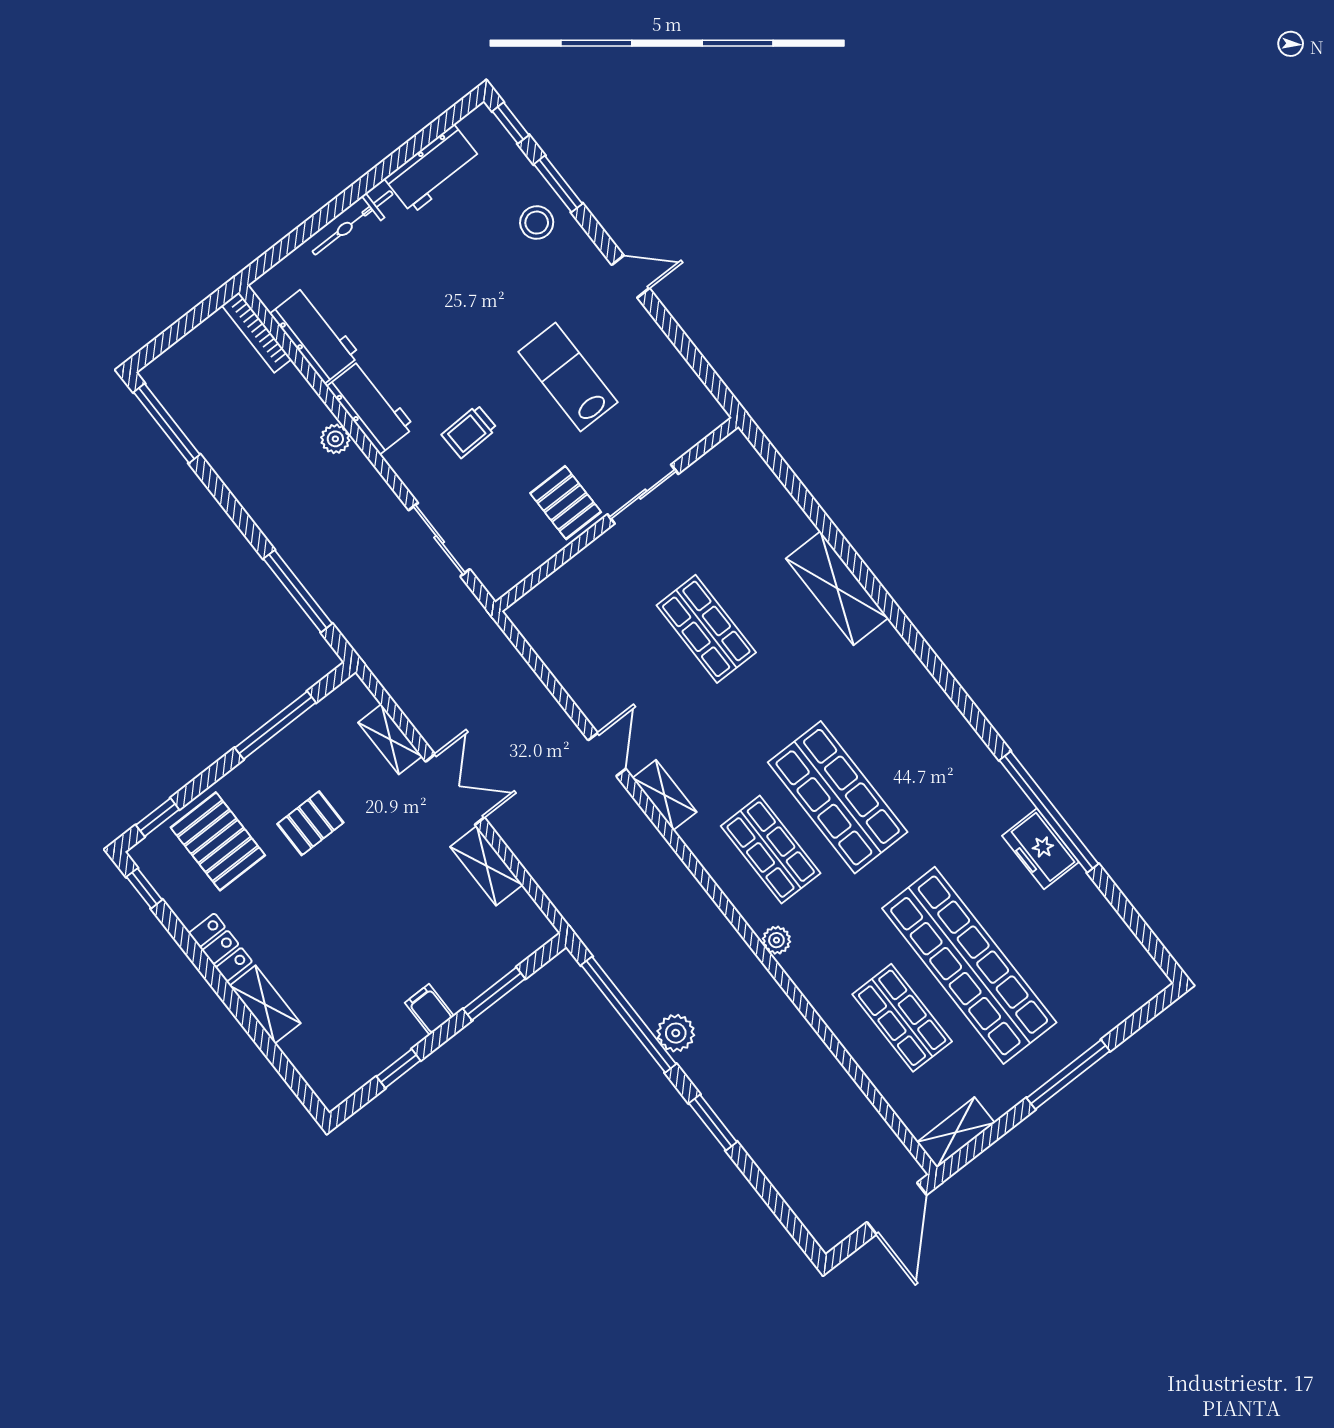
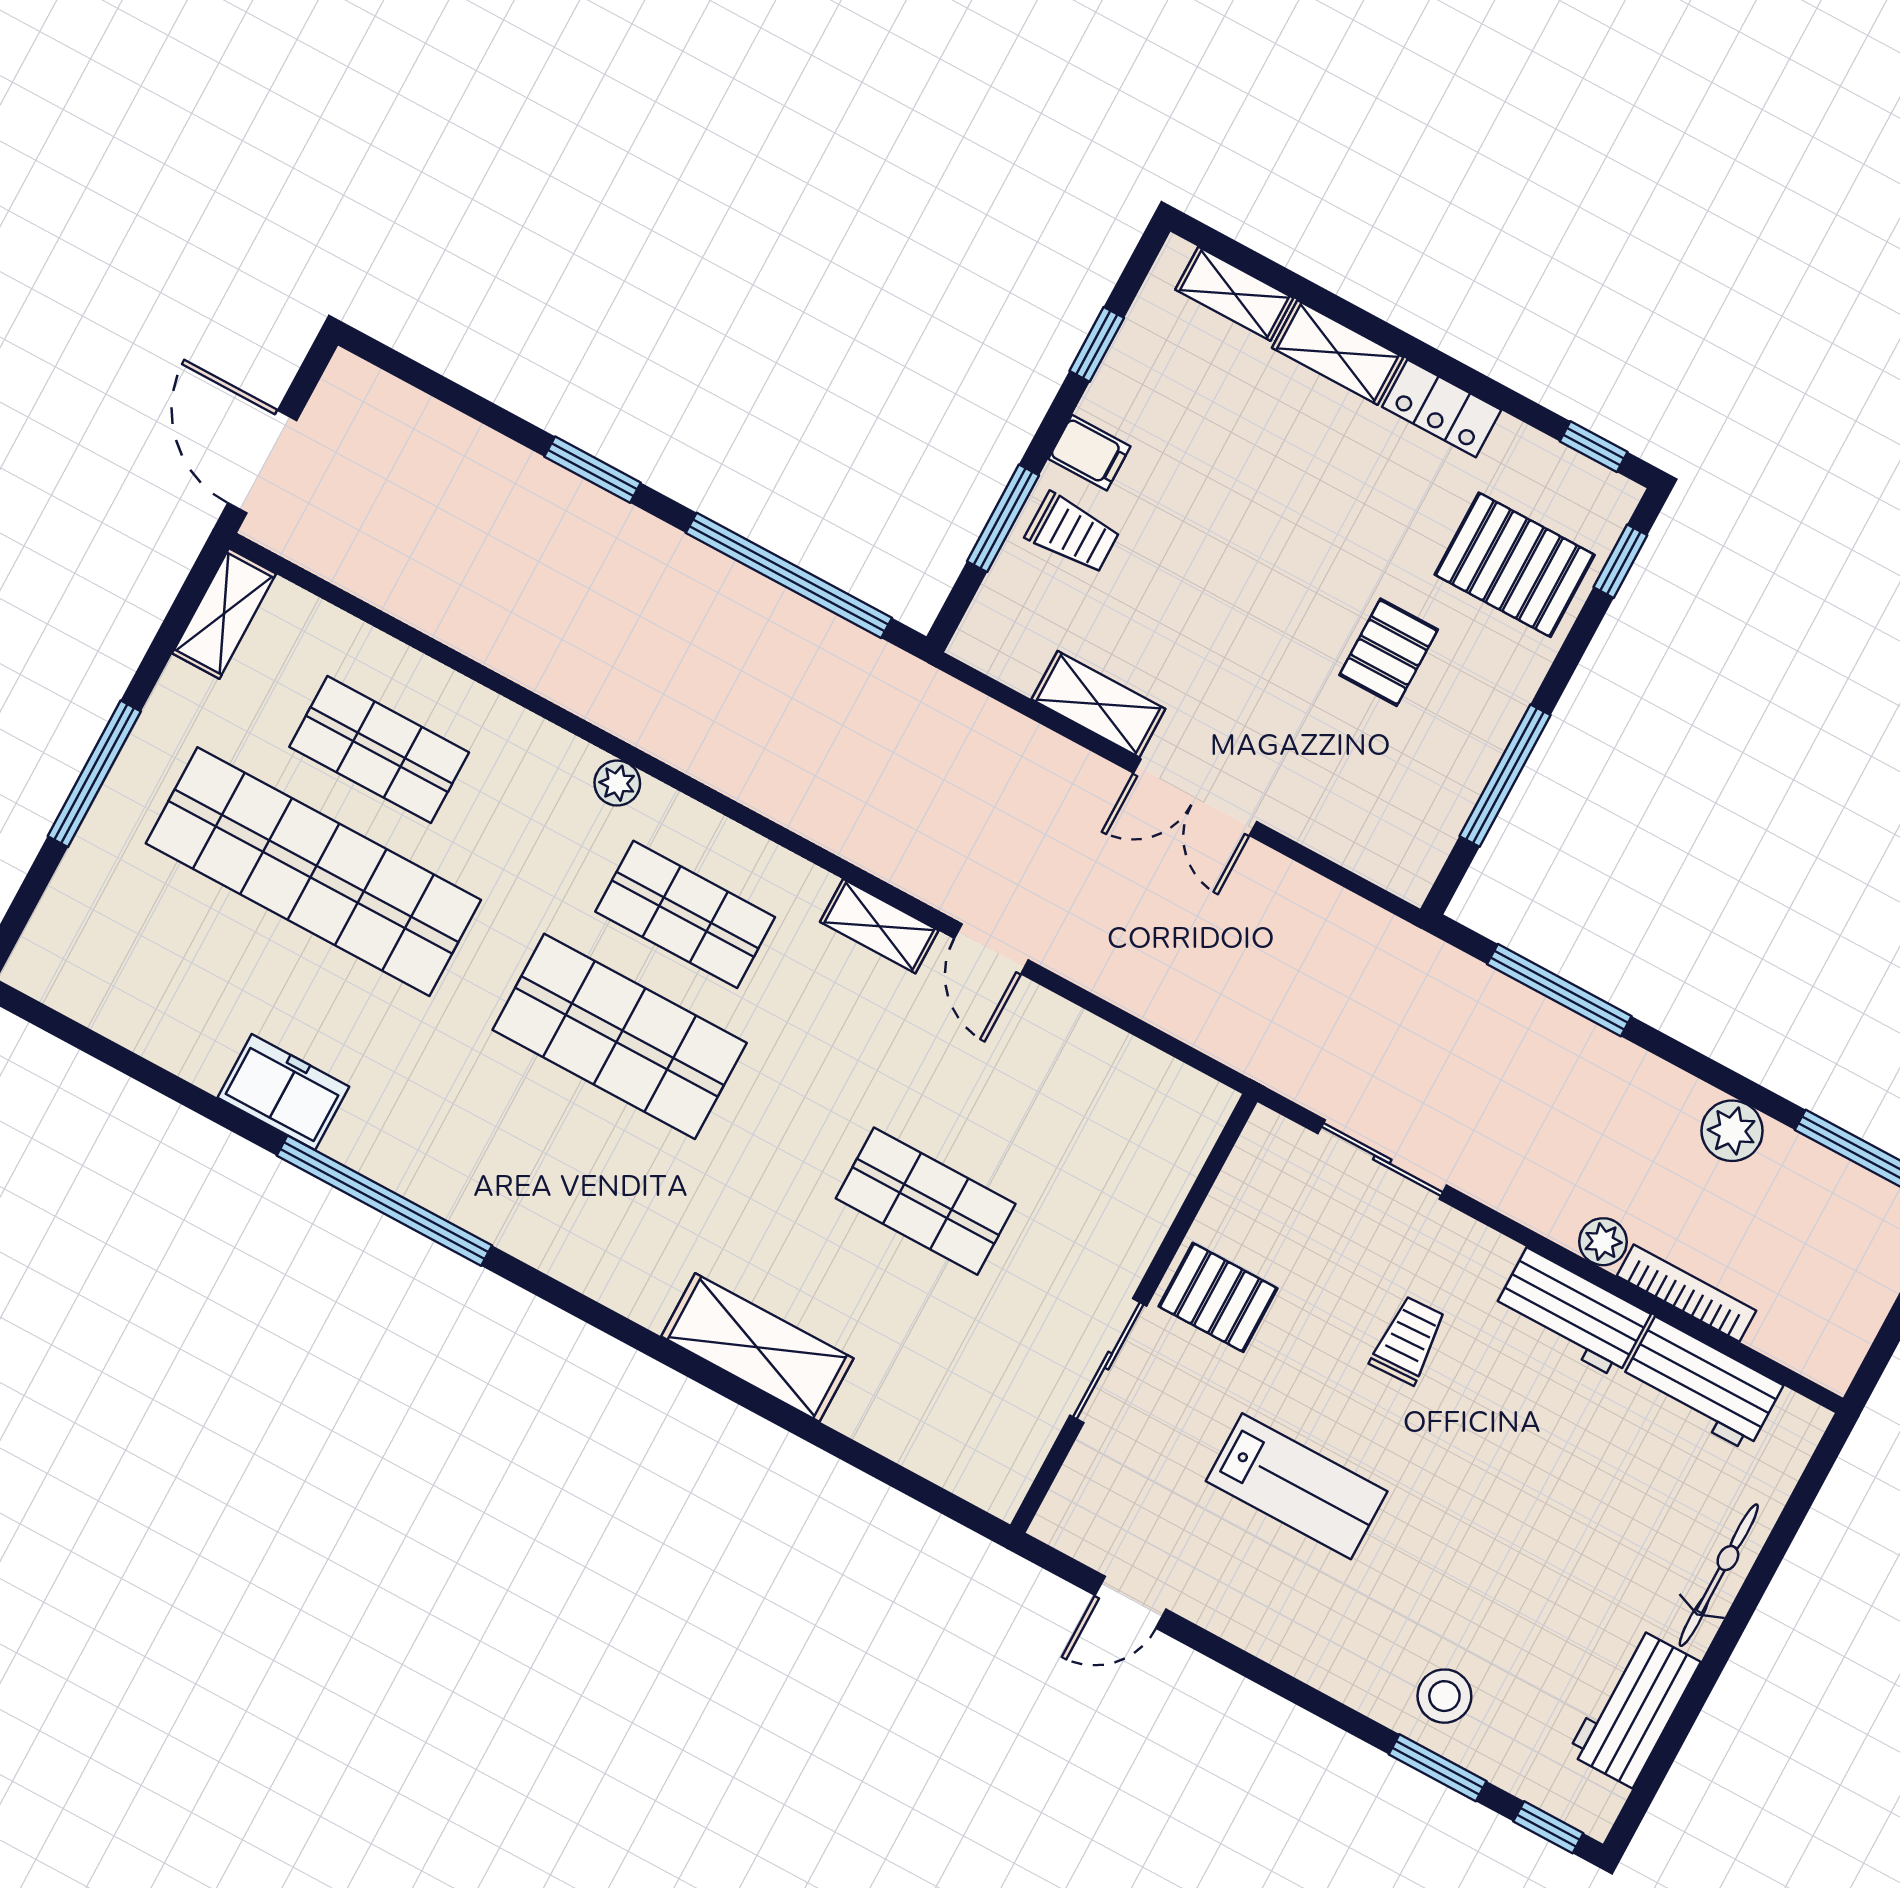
door: (630, 276) -> (1131, 1602), moved
bookcase: (257, 332) -> (1686, 1293), moved
shelving: (390, 739) -> (1234, 294), moved
window: (1049, 812) -> (384, 1201), moved
trolley: (459, 968) -> (1073, 533), added
plant: (676, 1033) -> (1732, 1131), moved

